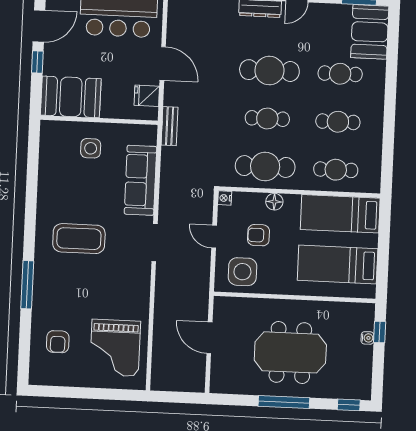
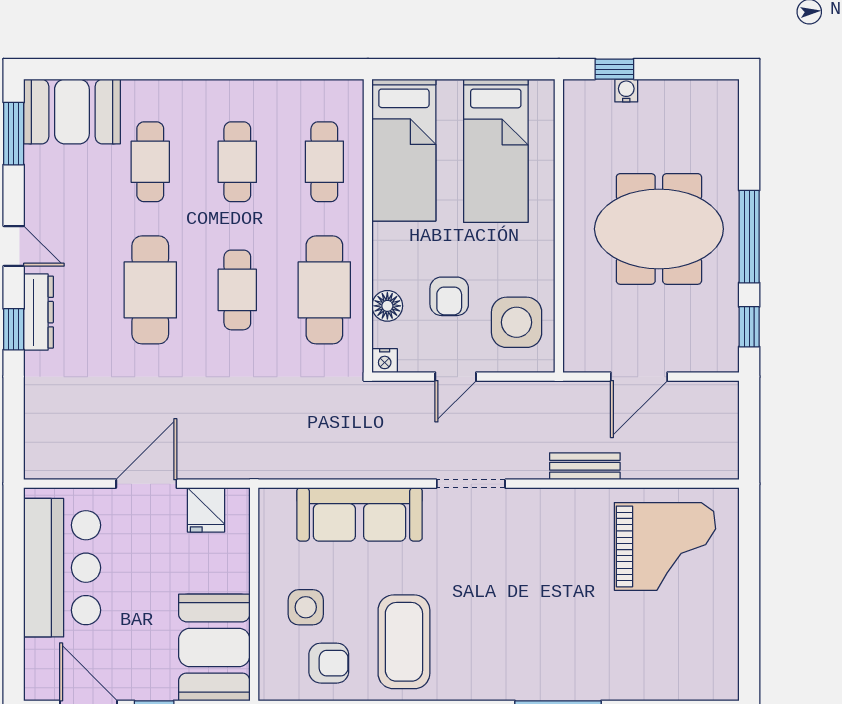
bench: (170, 126) -> (585, 466), moved
floor lamp: (274, 202) -> (387, 306), moved
coffee table: (79, 239) -> (404, 642), moved
armchair: (58, 342) -> (329, 663), moved
meeting table: (290, 352) -> (659, 229), turned 90
window: (349, 405) -> (749, 327), moved

